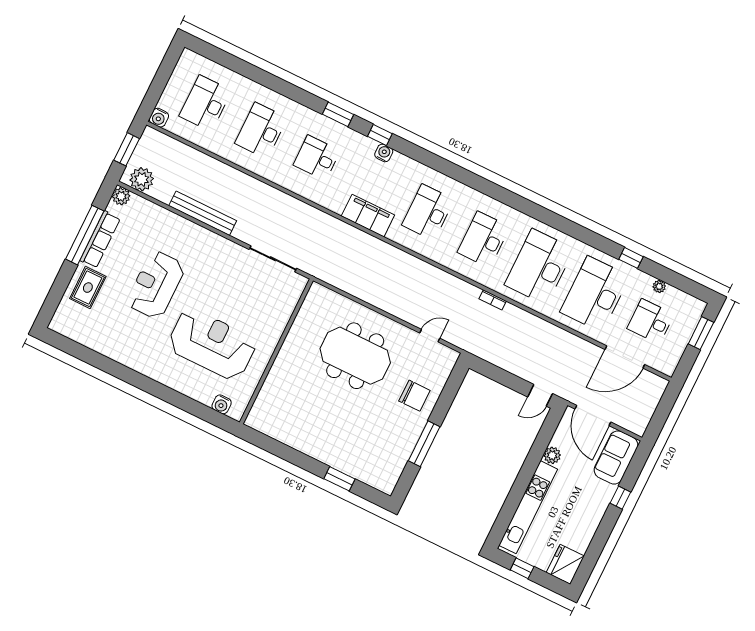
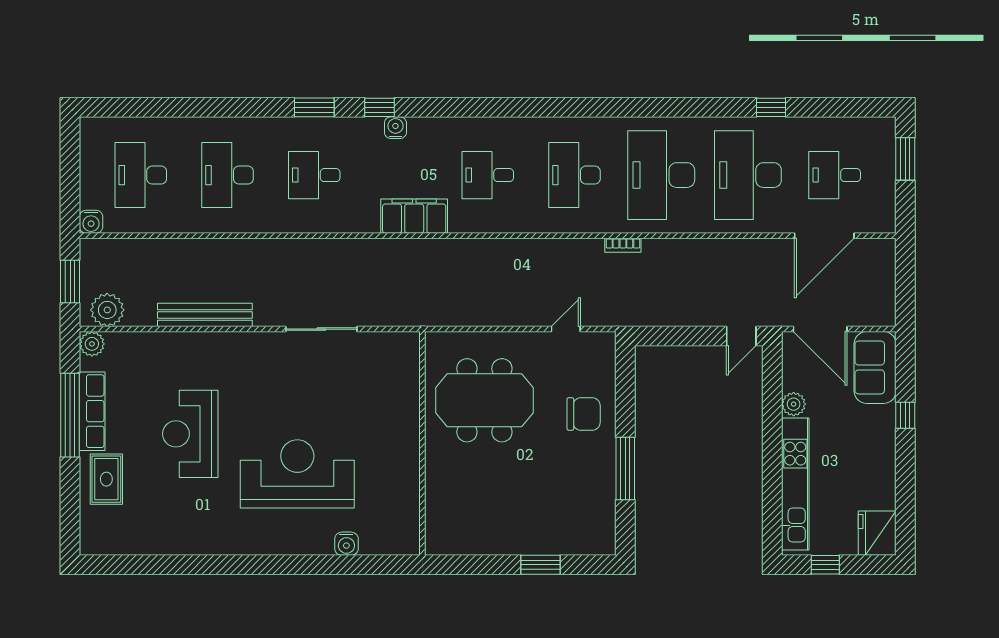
desk: (428, 212) -> (488, 175), width x0.73
plant: (659, 286) -> (824, 126), removed
wall: (276, 351) -> (422, 443), moved

